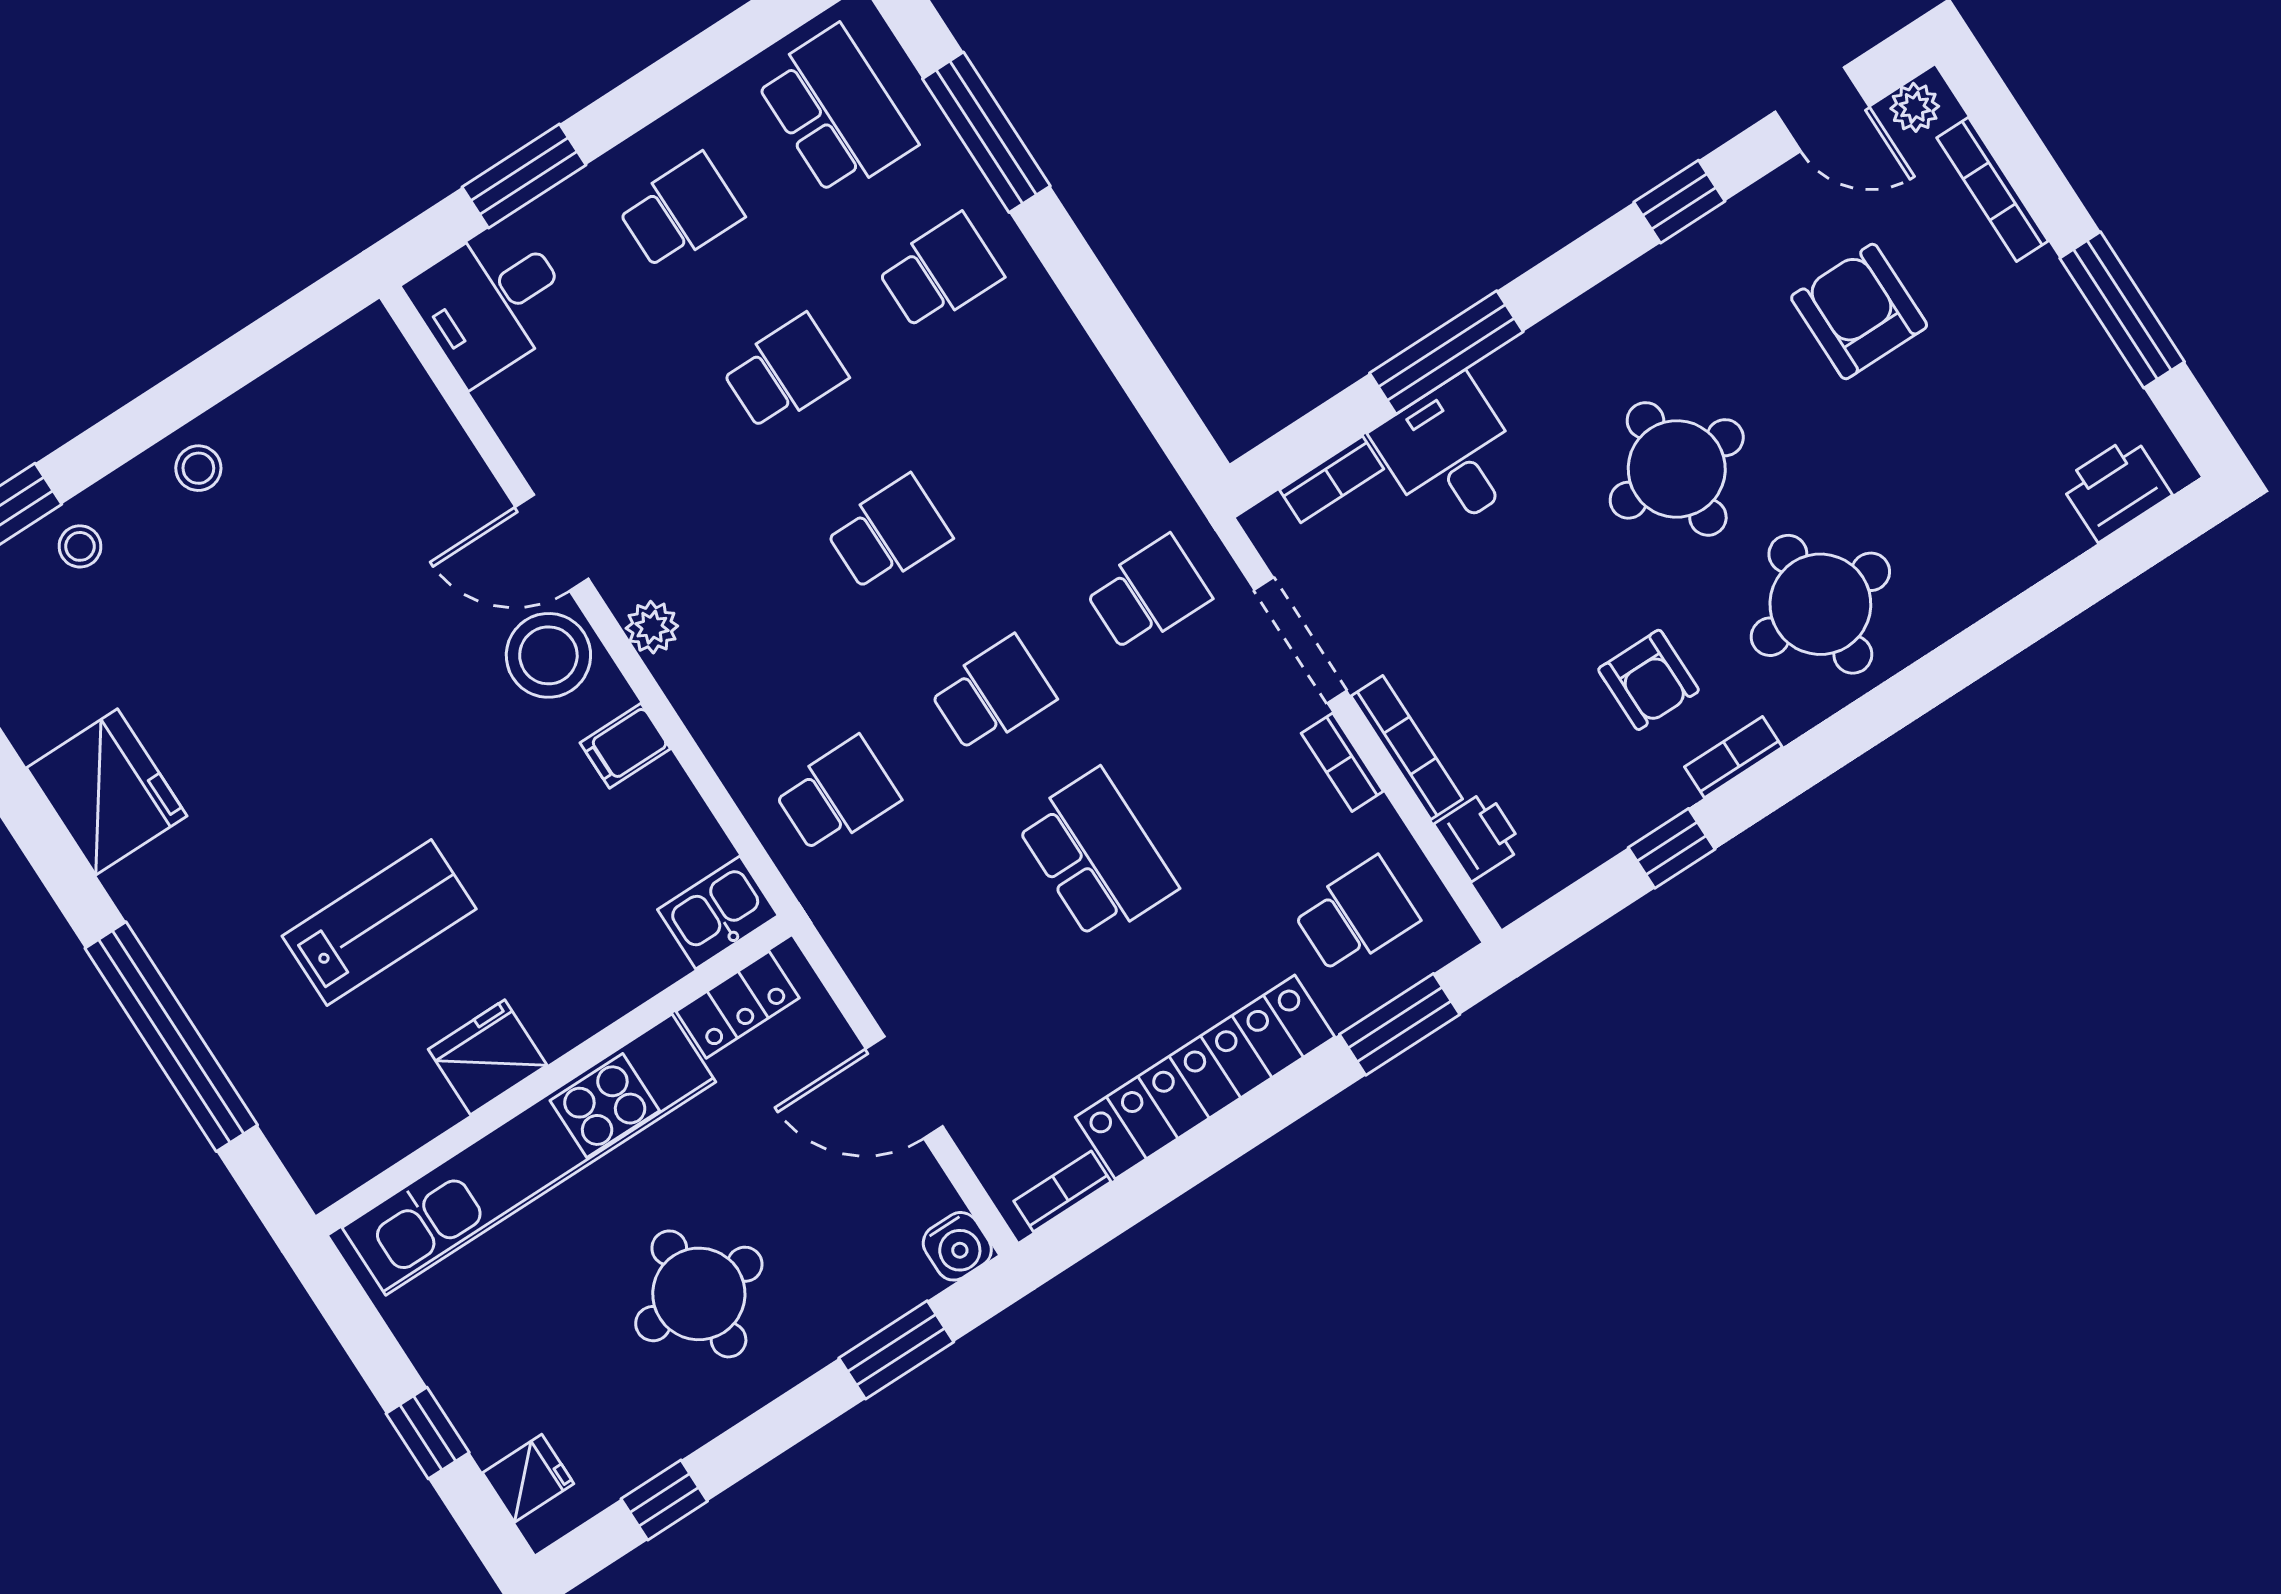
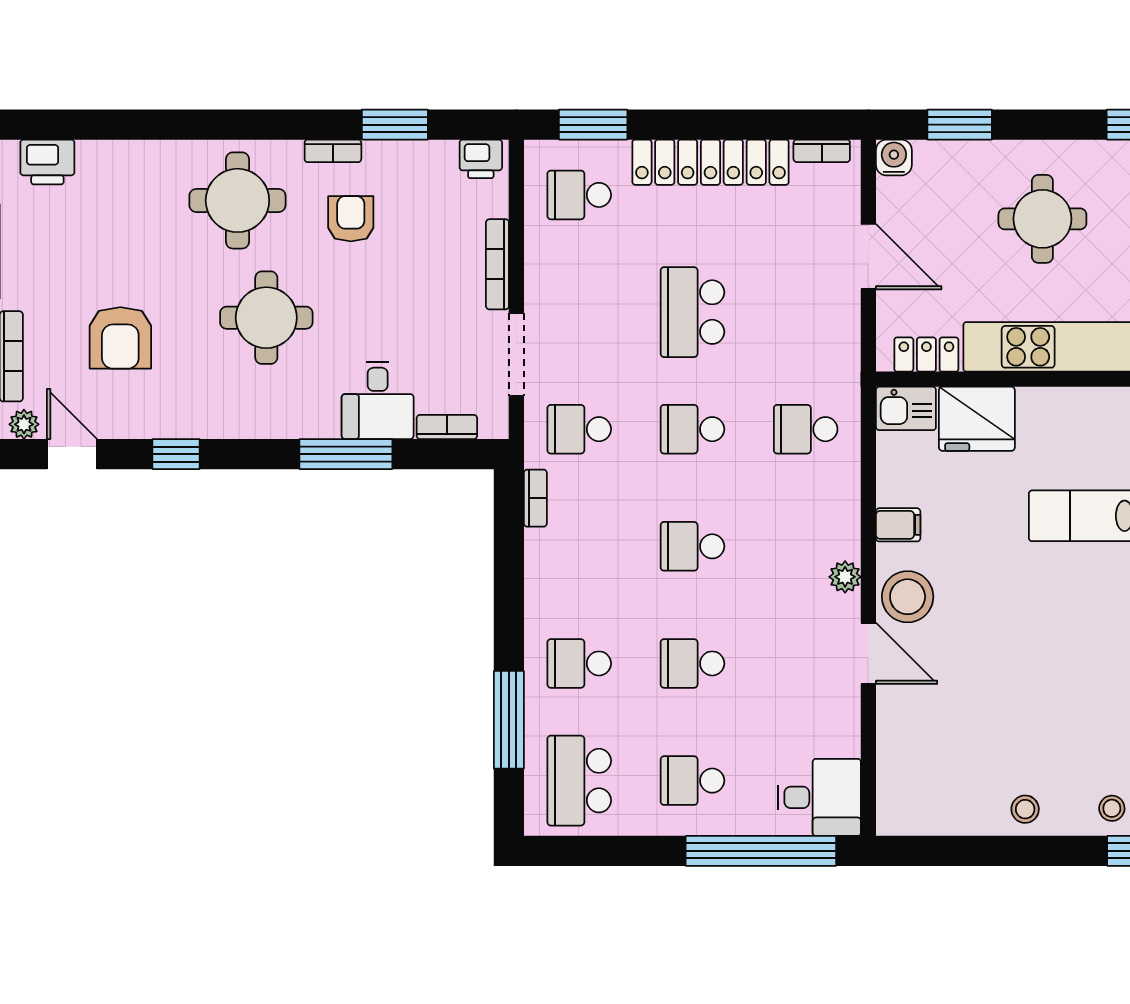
window: (524, 176) -> (761, 851), width x2.11
bookcase: (1342, 762) -> (535, 498), moved
printer: (1479, 836) -> (481, 159), moved, turned -90
window: (1672, 848) -> (395, 125), width x1.50
fridge: (488, 1057) -> (977, 419), moved, width x1.36, depth x1.34

